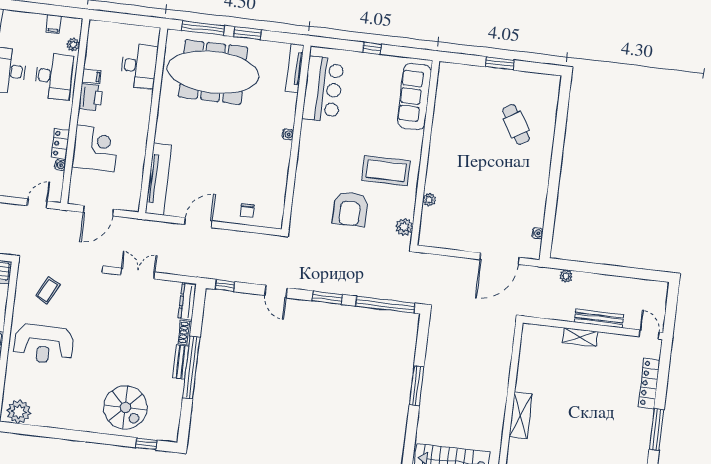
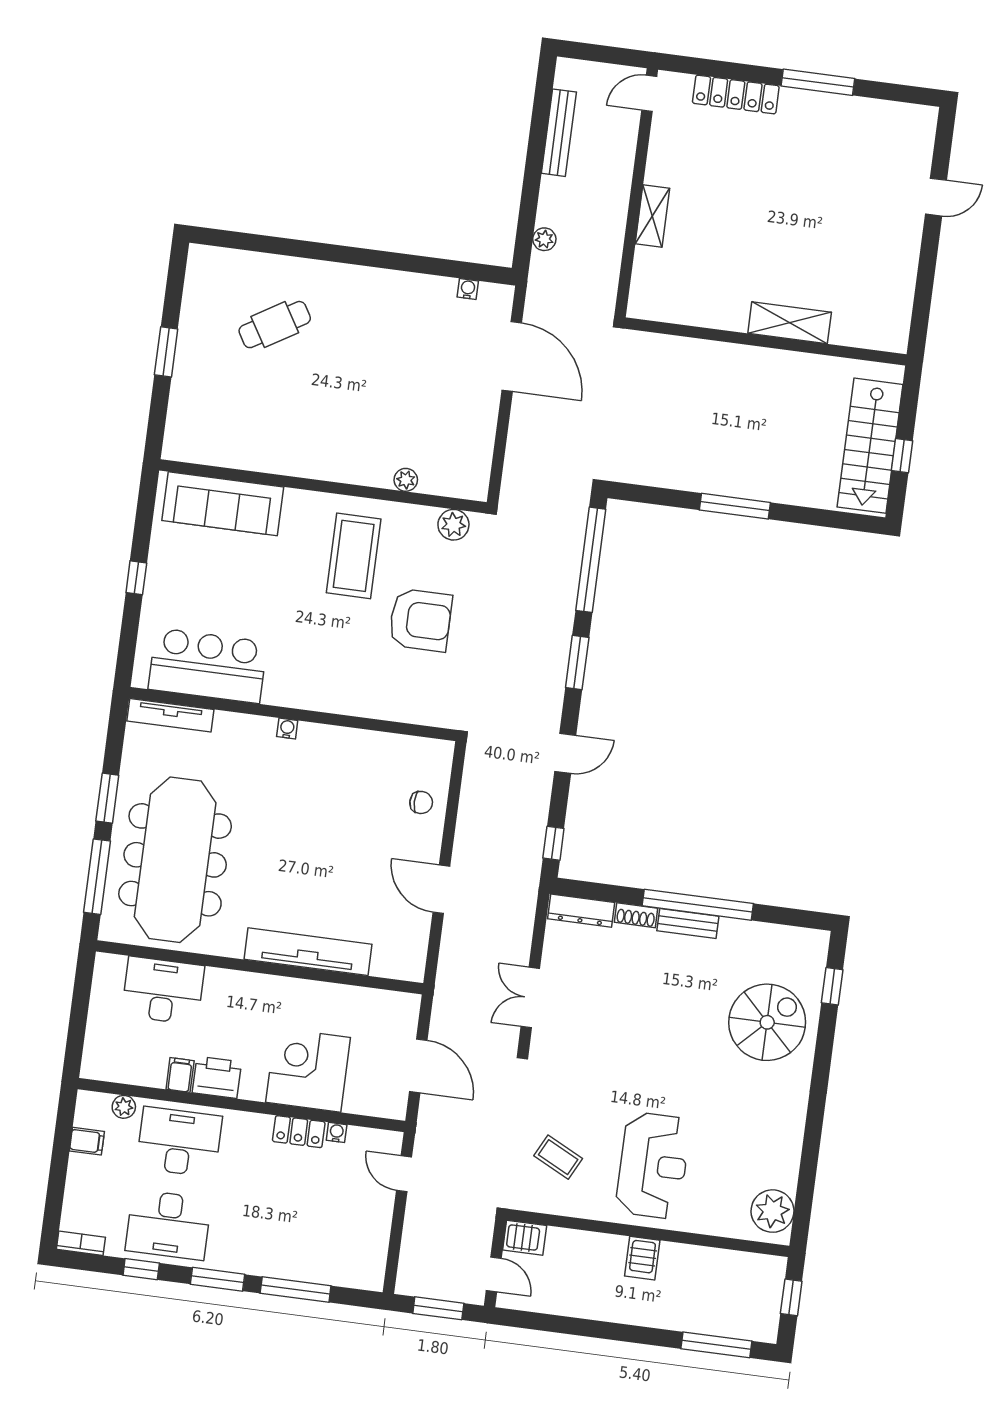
tv unit: (158, 179) -> (308, 952), moved
bench: (599, 318) -> (559, 133), moved

